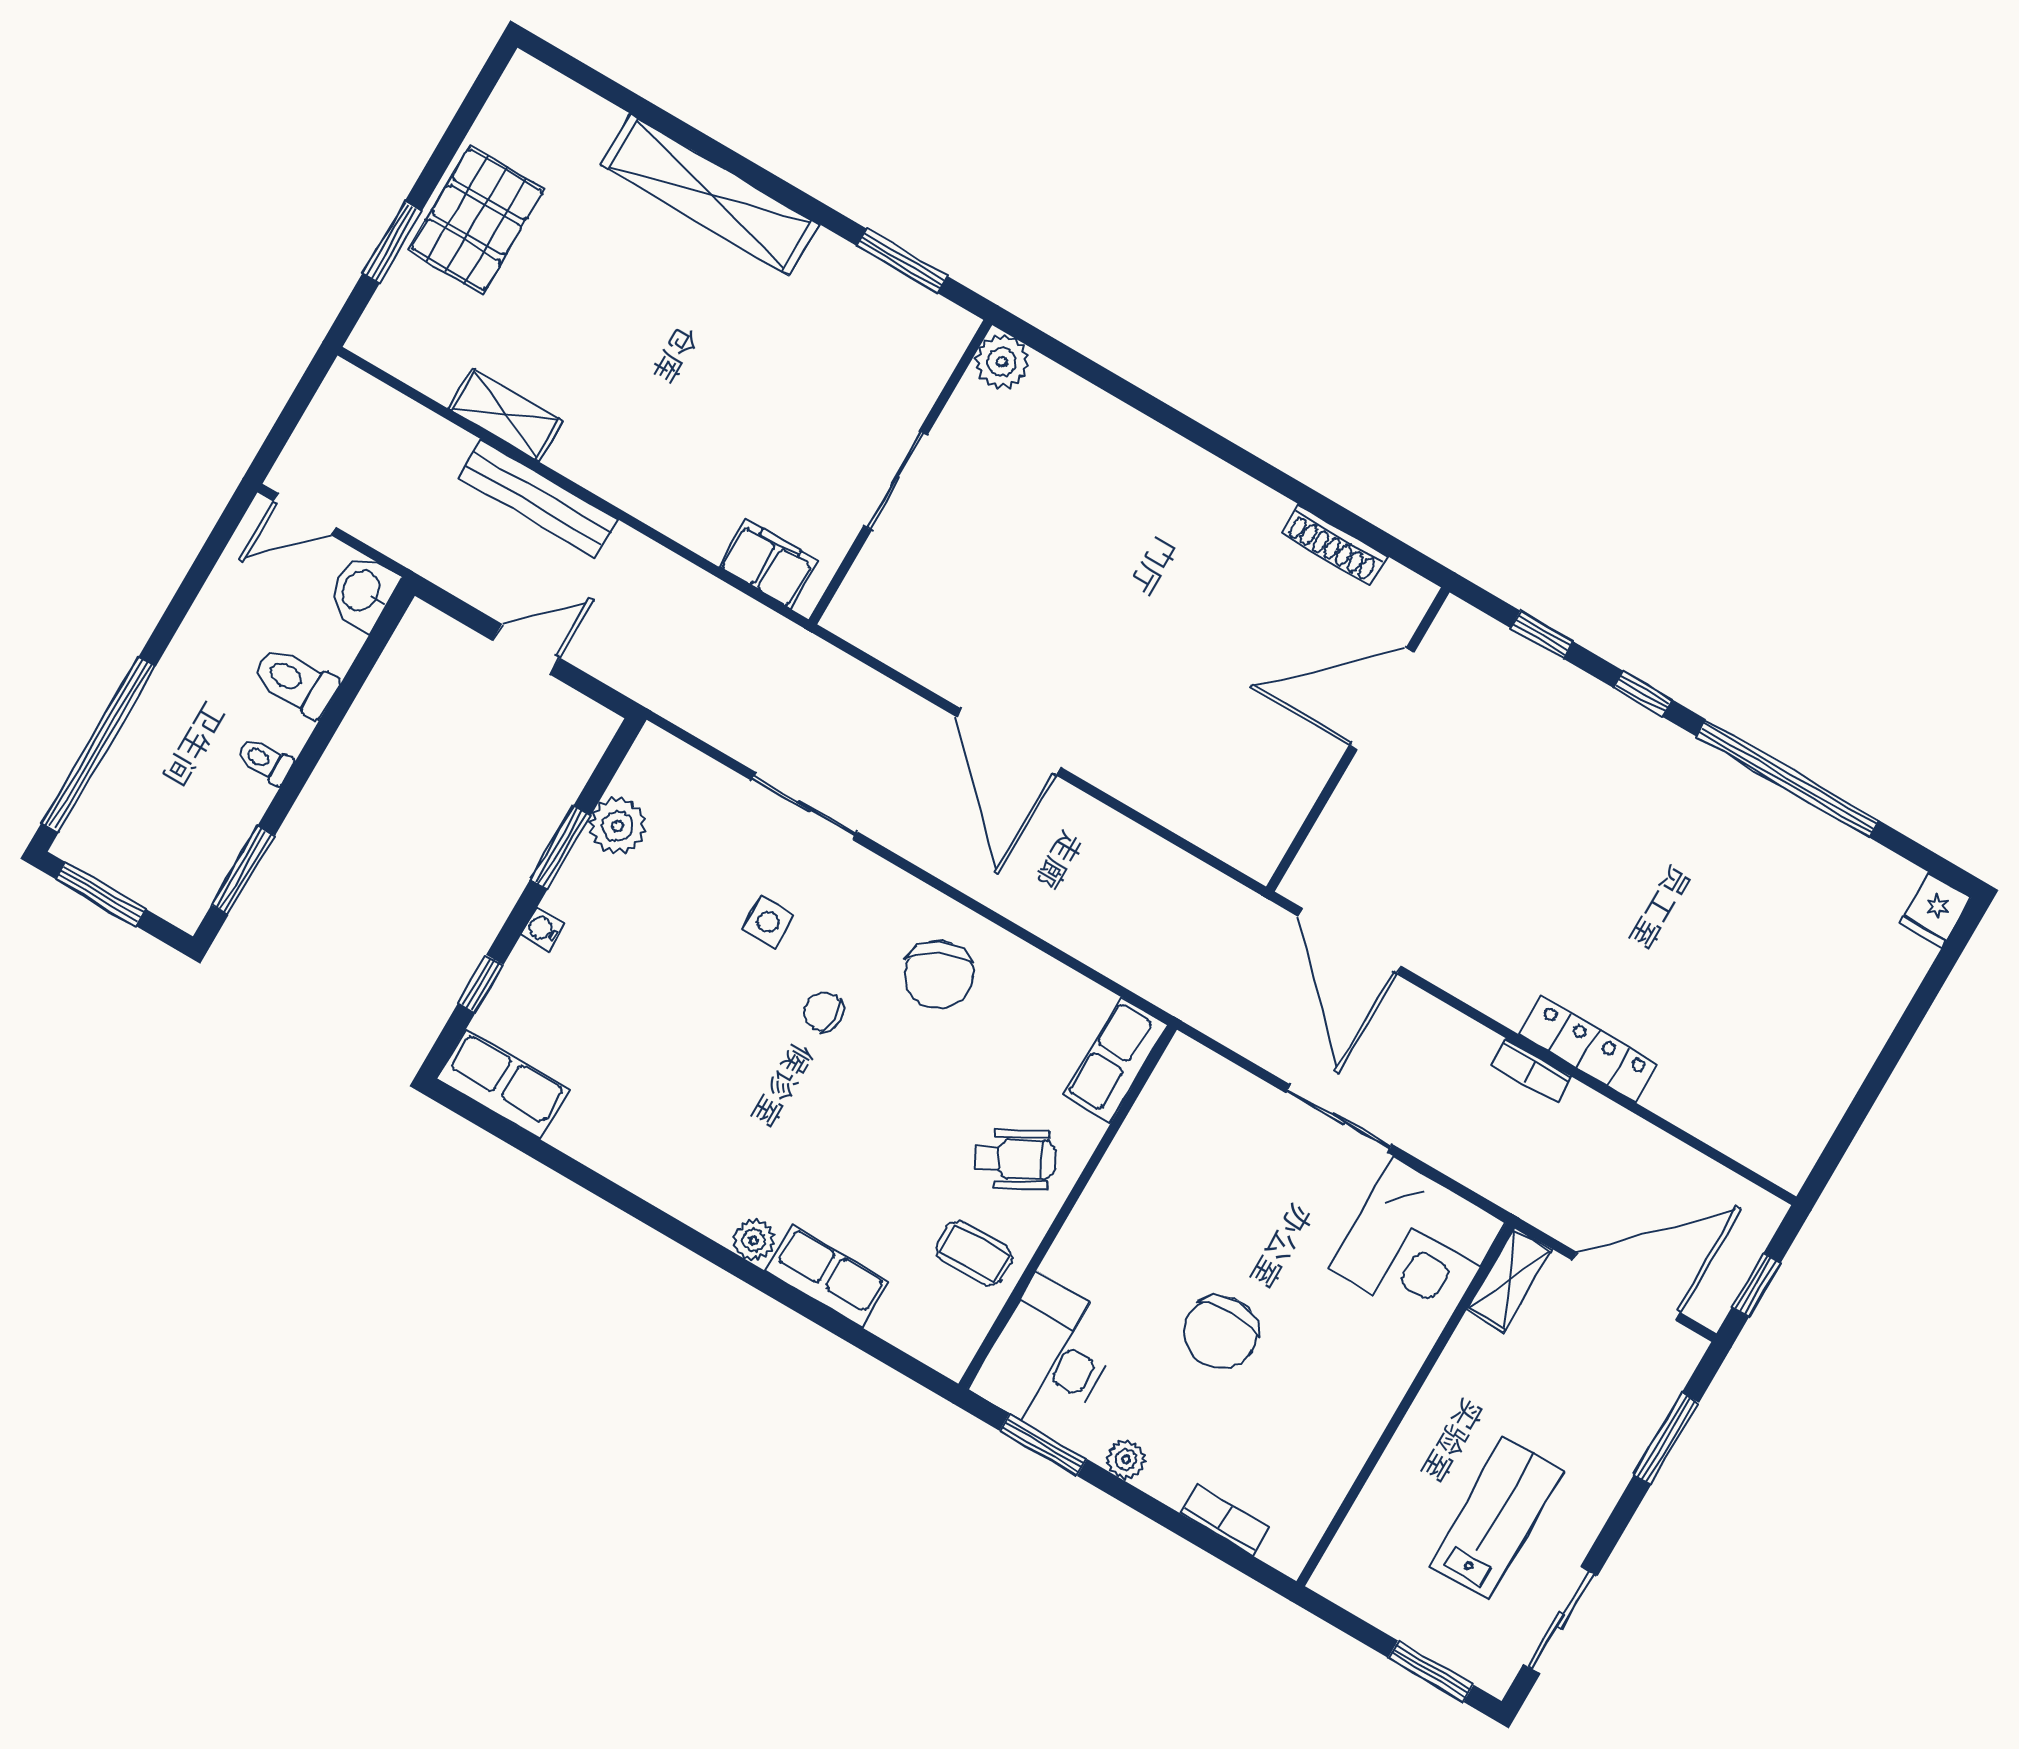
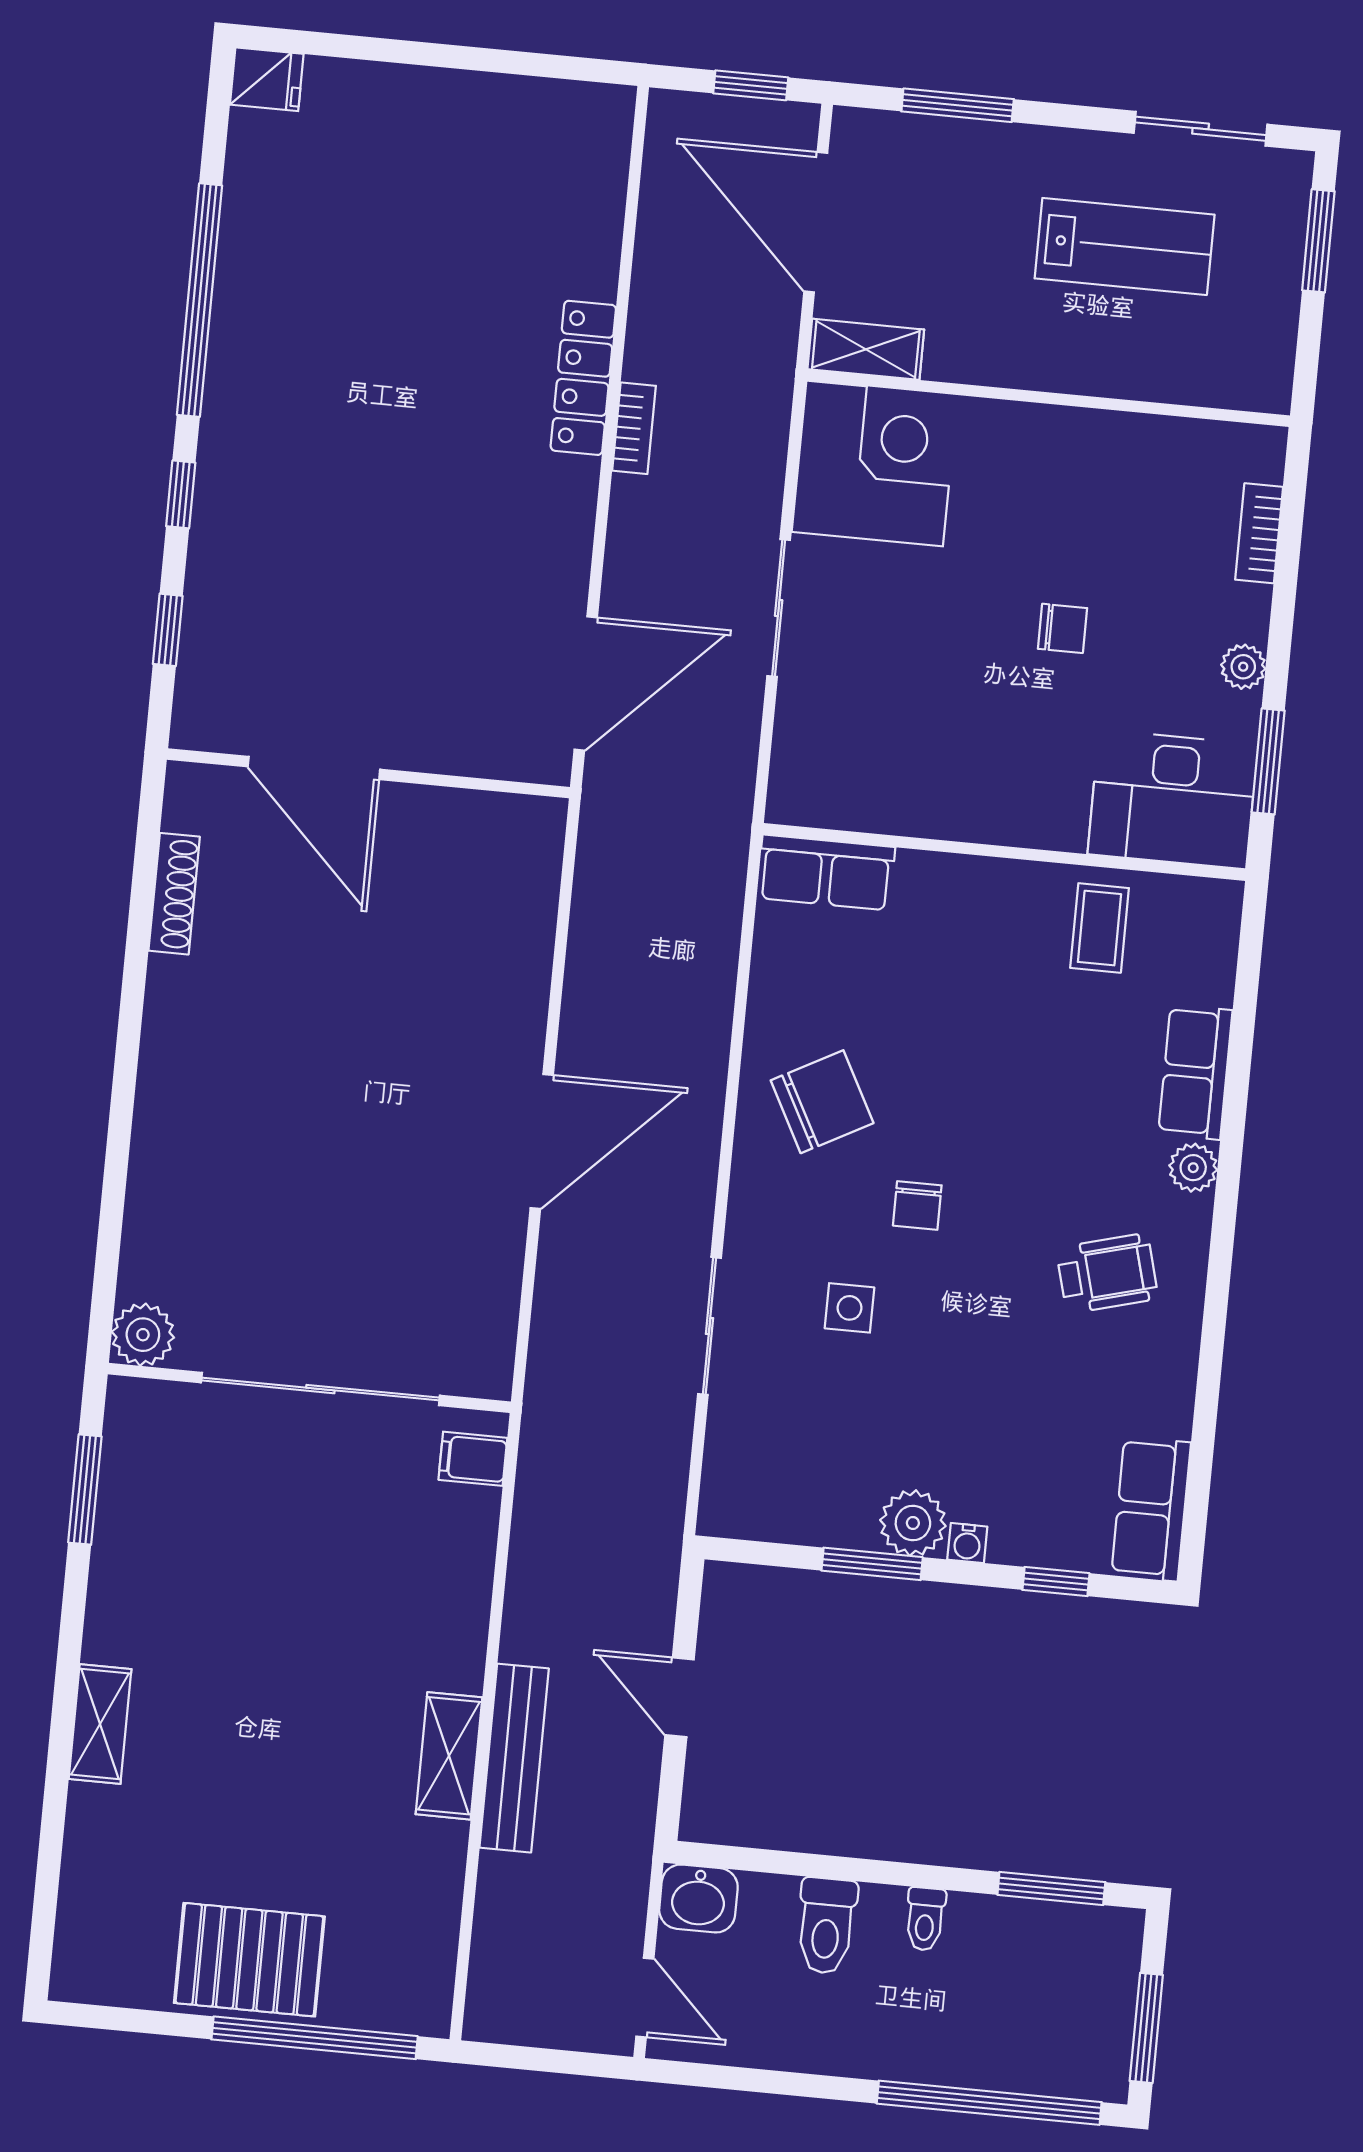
shelving: (710, 195) -> (100, 1724), width x0.45, depth x0.75
window: (392, 242) -> (315, 2038), width x2.11
shelving: (505, 415) -> (449, 1756), moved
sliding door: (895, 480) -> (320, 1389), width x1.86
filing cabinet: (768, 564) -> (473, 1459), width x0.50
plant: (617, 826) -> (913, 1523), moved
wheelchair: (1015, 1159) -> (1107, 1273), moved, turned 104
chair: (1221, 1332) -> (1062, 628), width x0.54, depth x0.54
lab bench: (1496, 1518) -> (1125, 246), turned 180

